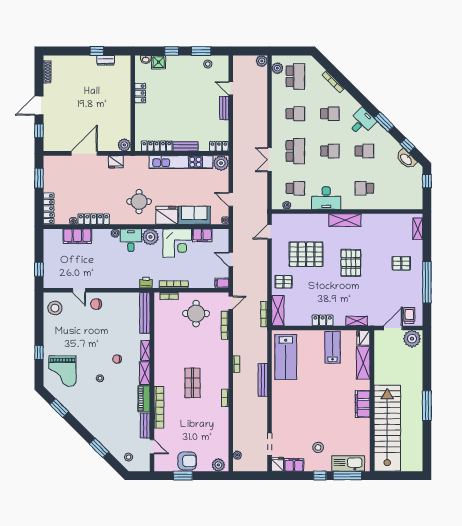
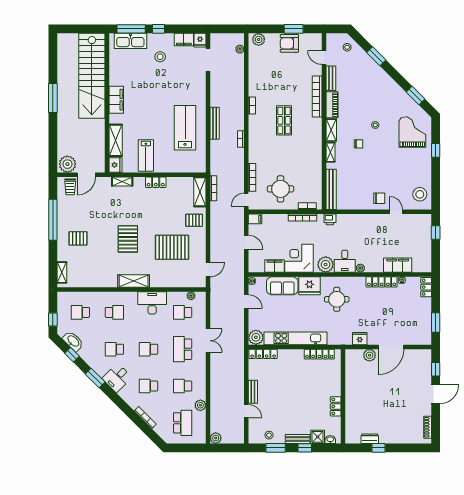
plant: (277, 68) -> (200, 405), moved
school desk: (295, 76) -> (183, 423), turned 180
plant: (124, 145) -> (370, 355), moved
bench: (186, 146) -> (298, 439), moved
locker: (219, 146) -> (263, 354), width x1.53
school desk: (399, 188) -> (80, 312), added
locker: (49, 208) -> (426, 287), width x0.66
lab bench: (286, 357) -> (185, 128), moved

